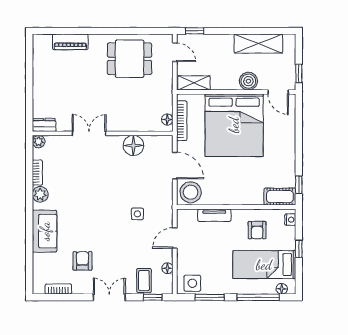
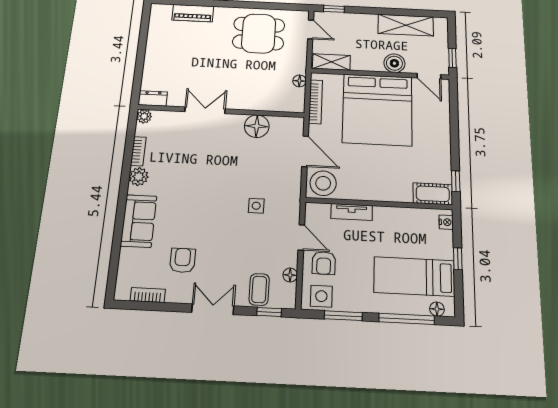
floor lamp: (167, 119) -> (299, 81), moved
armchair: (257, 230) -> (324, 263), moved
door: (175, 238) -> (301, 237), swing flipped

